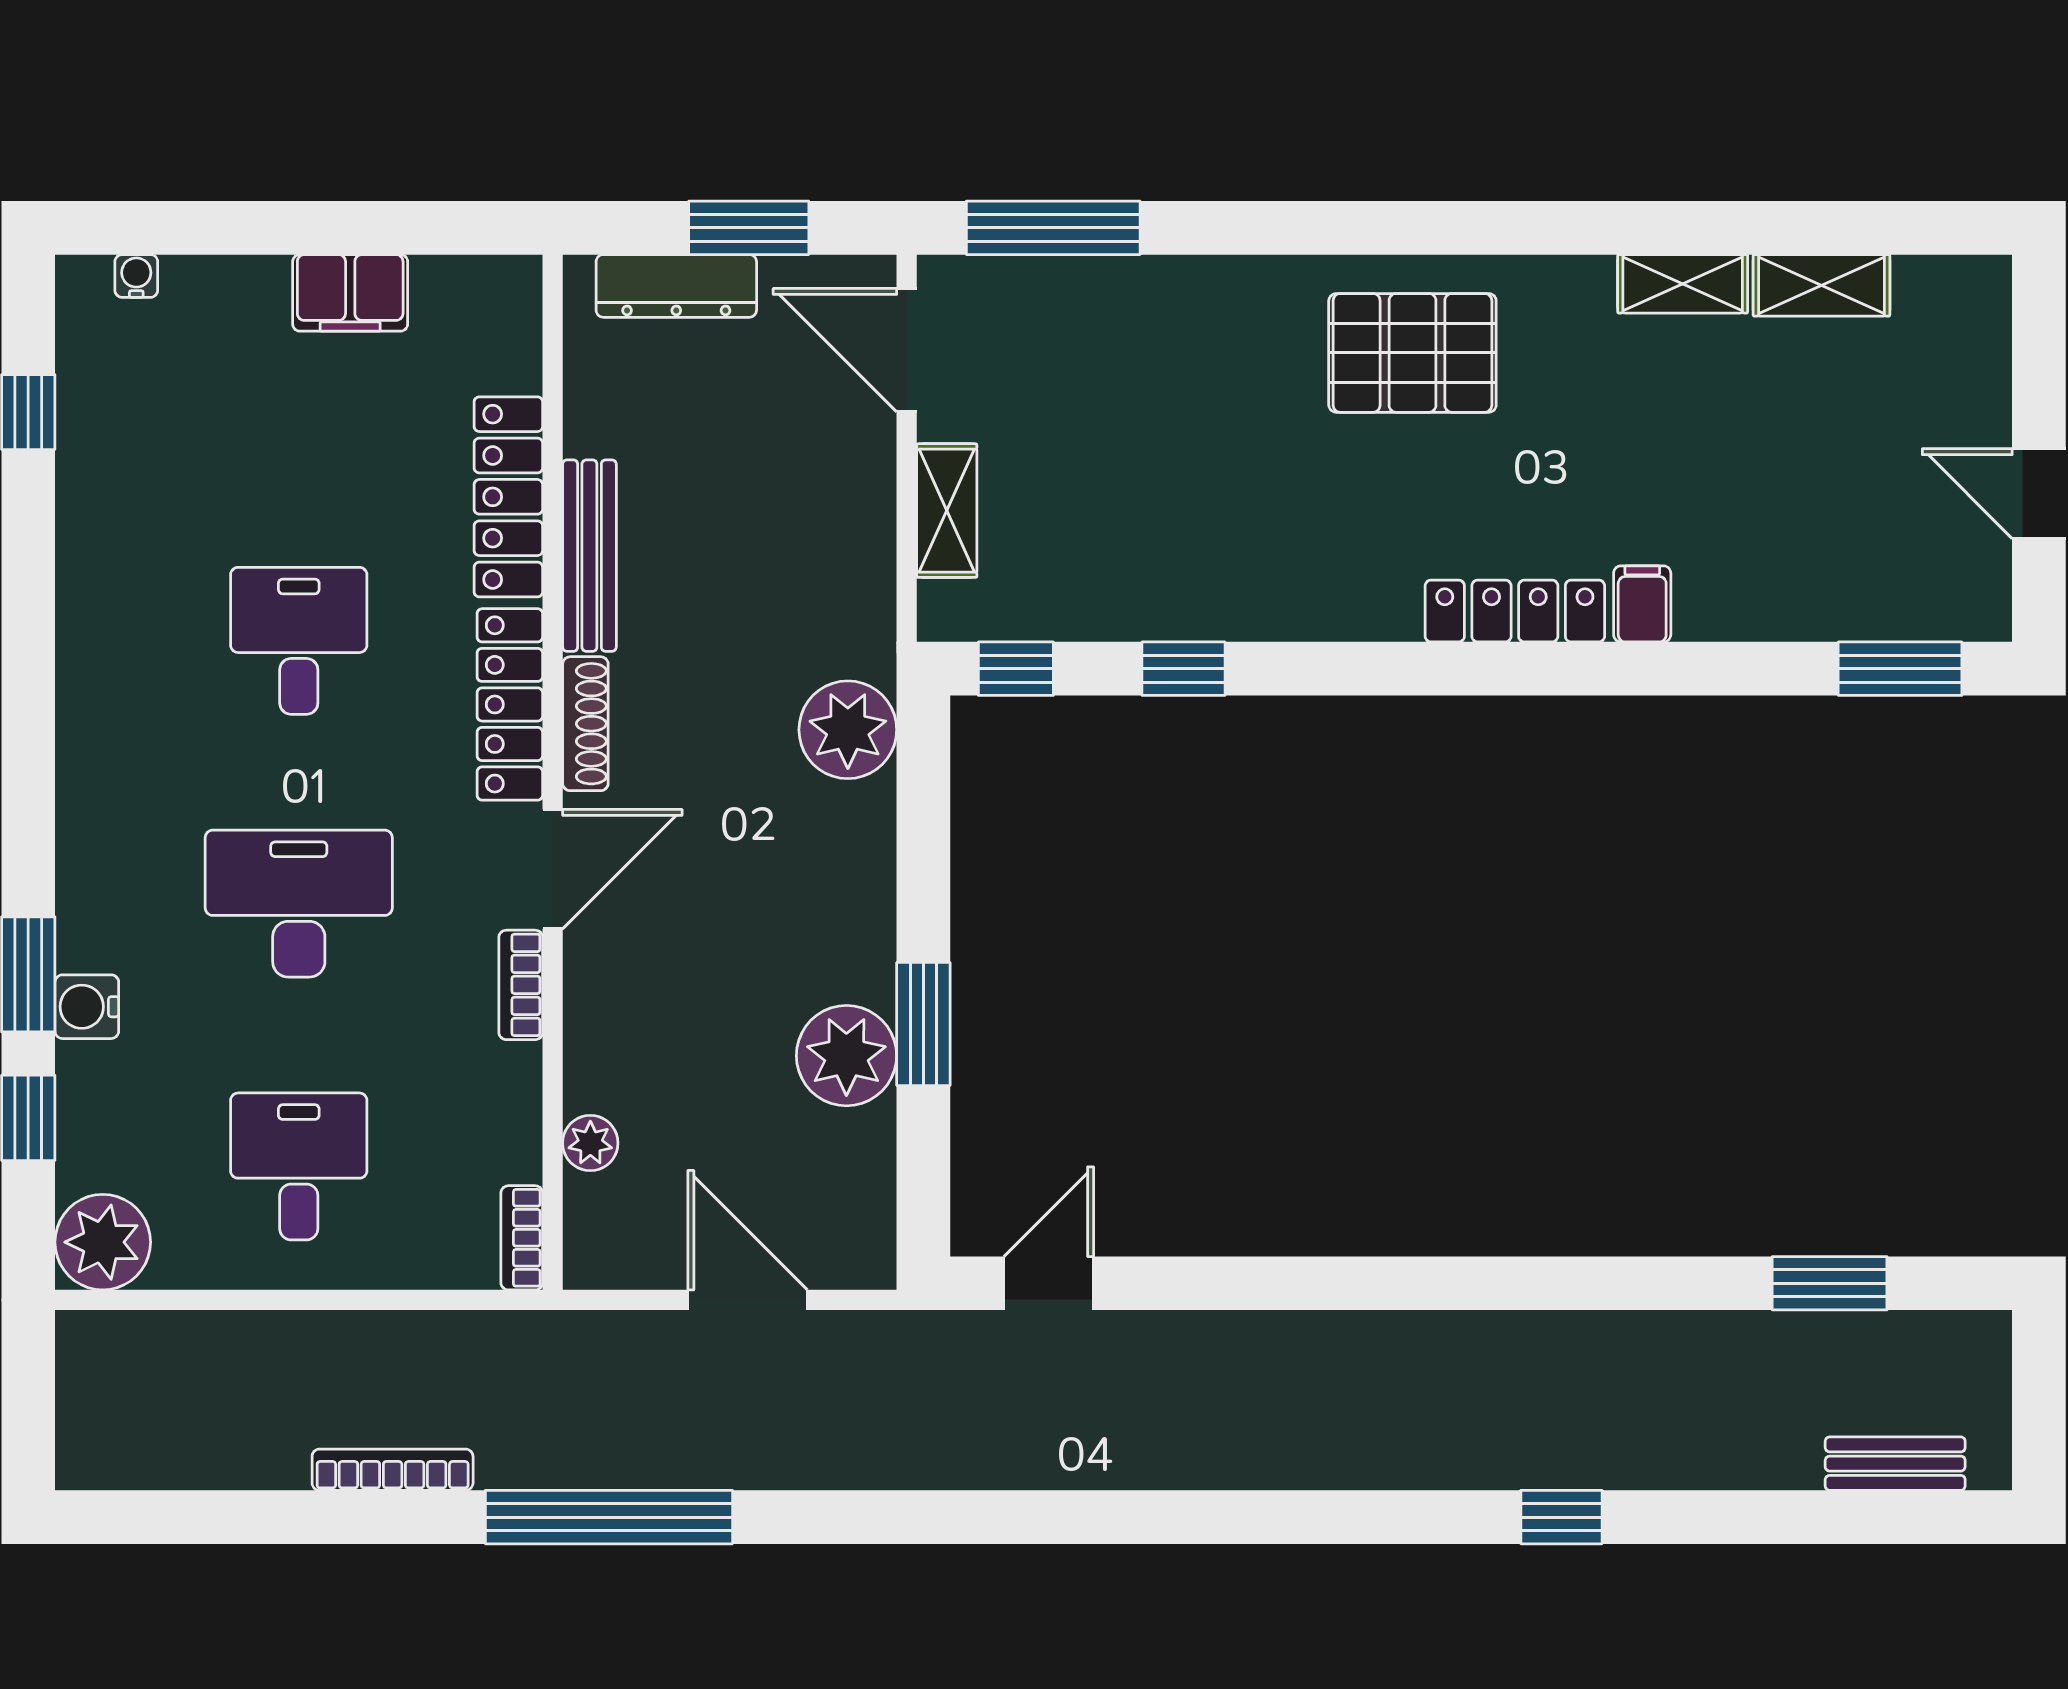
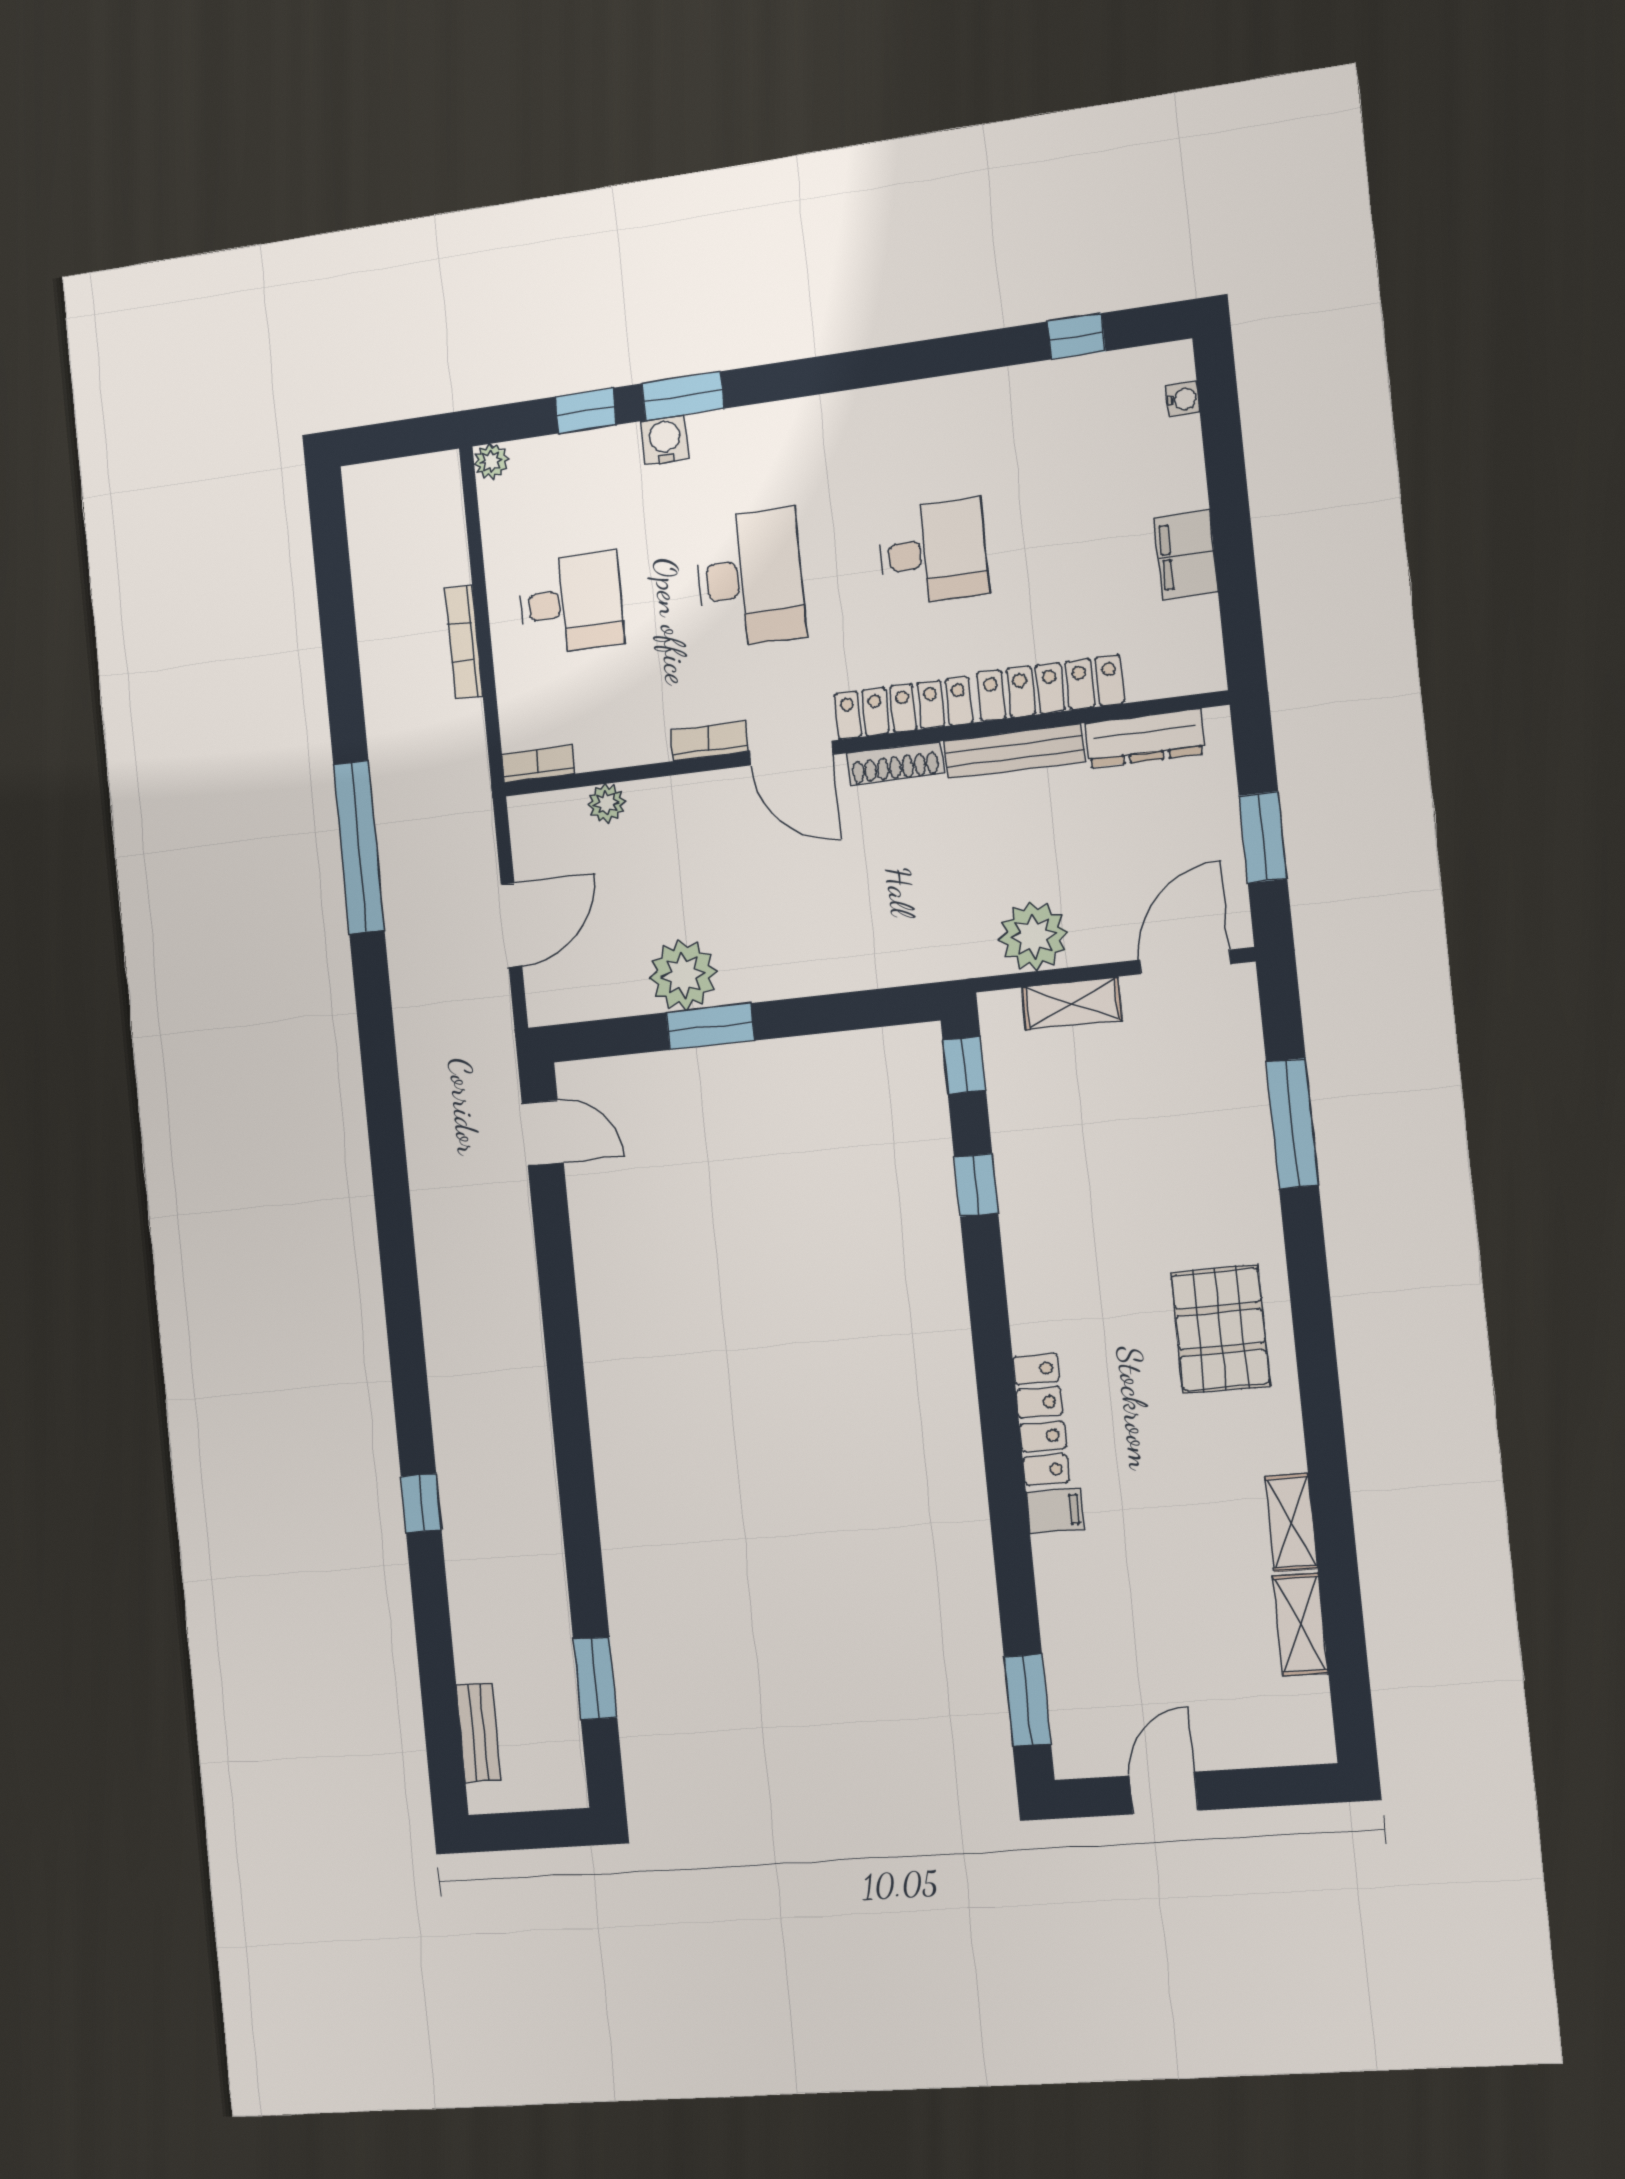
window: (1053, 228) -> (1292, 1123), moved
dresser: (676, 286) -> (1145, 738), moved, turned -90
plant: (848, 730) -> (1034, 936), moved
plant: (103, 1242) -> (491, 461), width x0.53, depth x0.53
bookcase: (393, 1470) -> (464, 642), moved, turned 180

